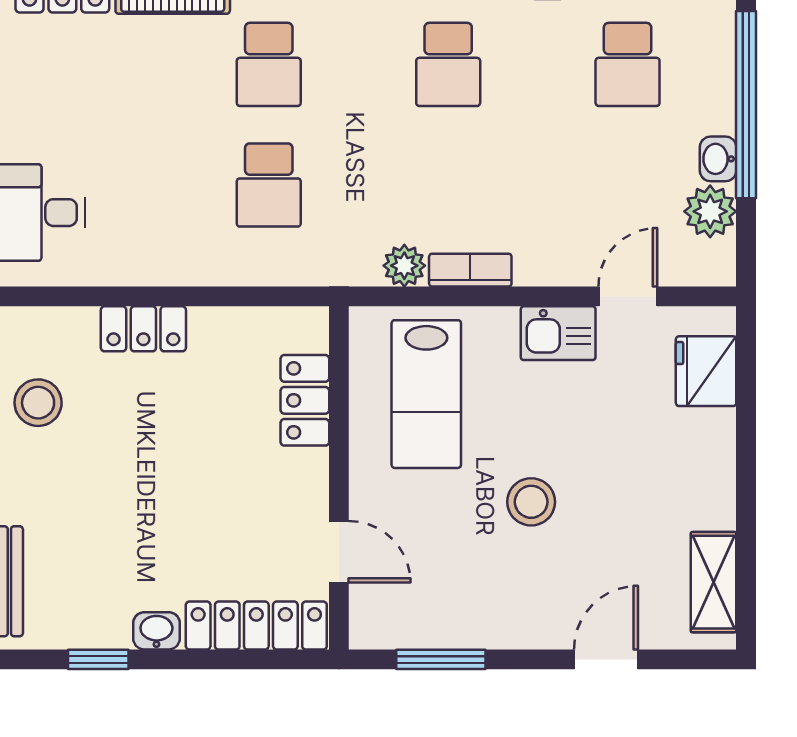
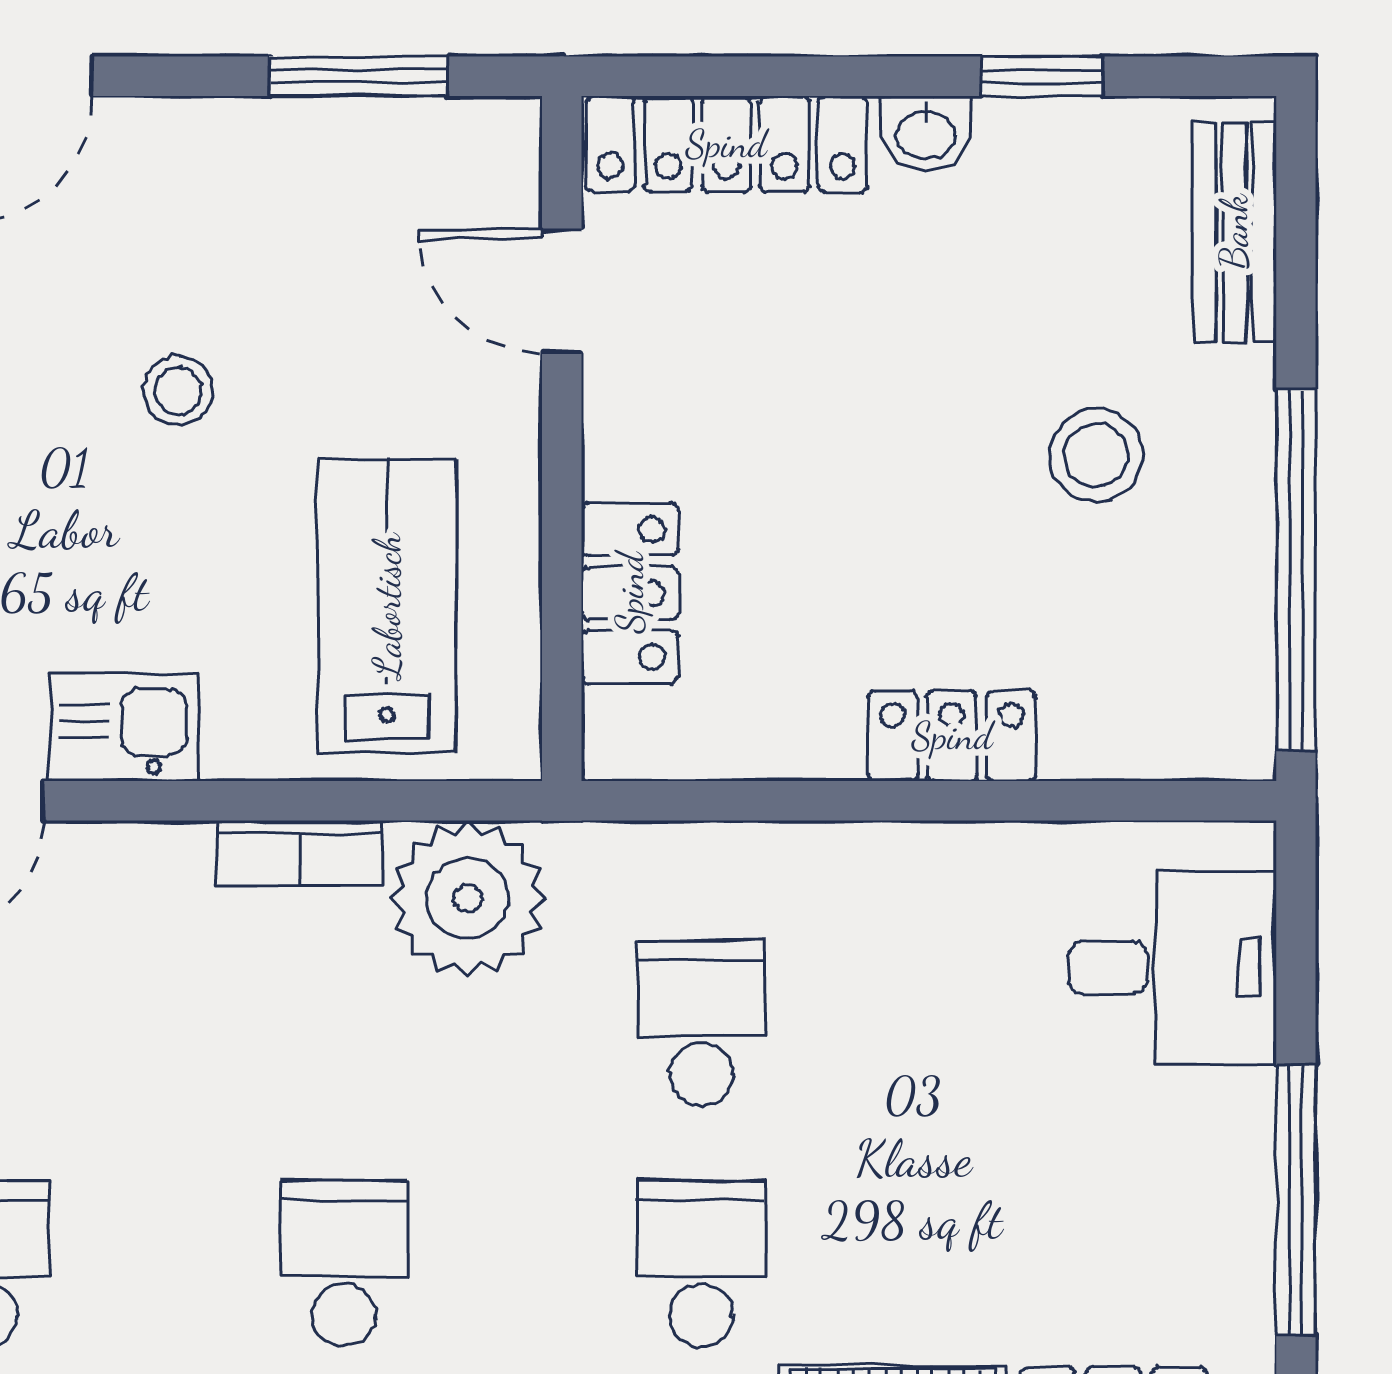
plant: (404, 266) -> (468, 899), width x1.88, depth x1.88
stool: (38, 403) -> (1096, 455), moved
stool: (531, 502) -> (178, 391), width x0.73, depth x0.73

